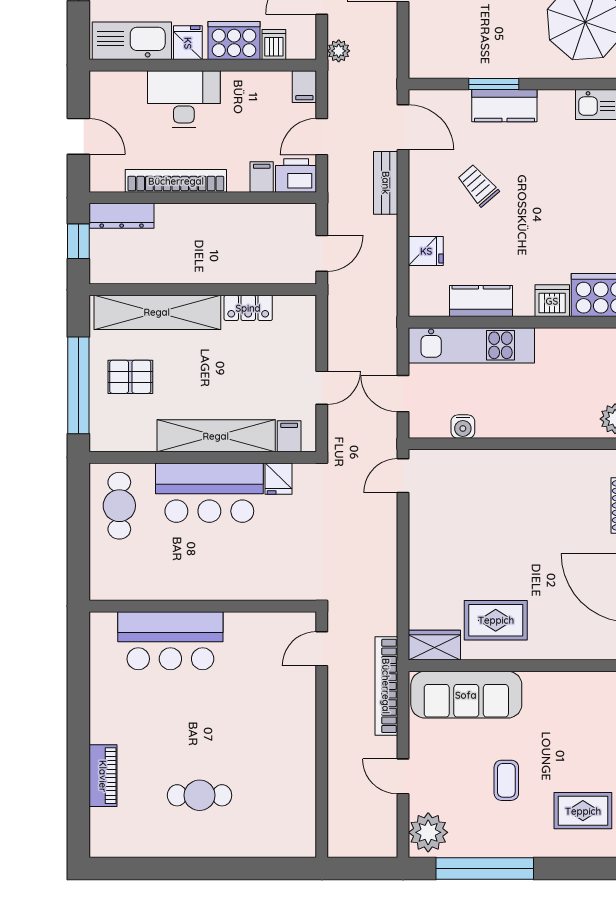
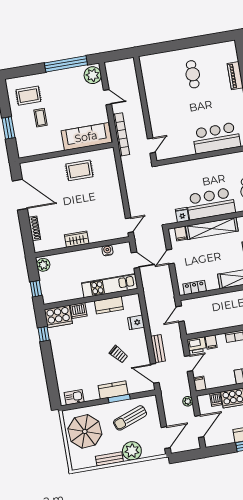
sun lounger: (477, 35) -> (130, 418), added
locker: (248, 308) -> (195, 288), moved
wardrobe: (434, 645) -> (77, 239), moved, turned 180
coffee table: (506, 780) -> (40, 118), moved
cafe table: (200, 795) -> (193, 74), turned 90

